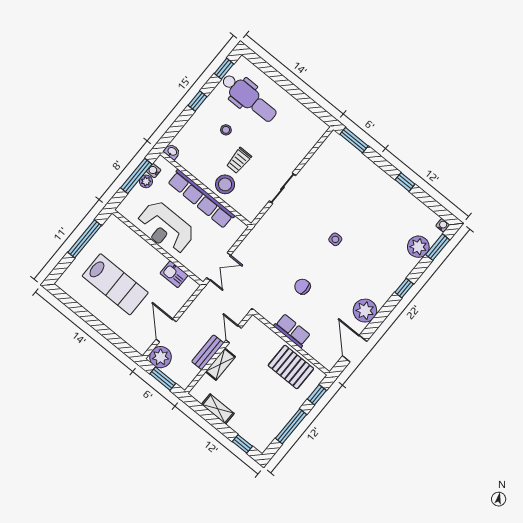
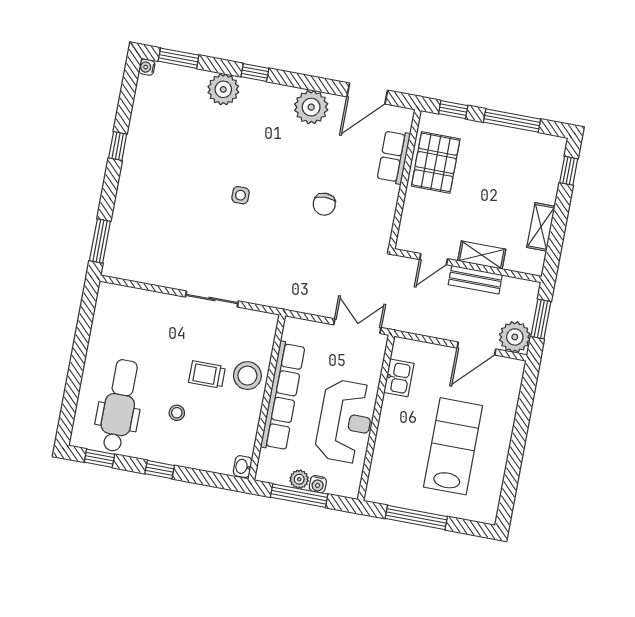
trolley: (239, 160) -> (207, 375), turned 180
water cooler: (154, 171) -> (318, 484), moved
plant: (418, 247) -> (223, 89), moved
row of seats: (292, 331) -> (394, 157), moved

